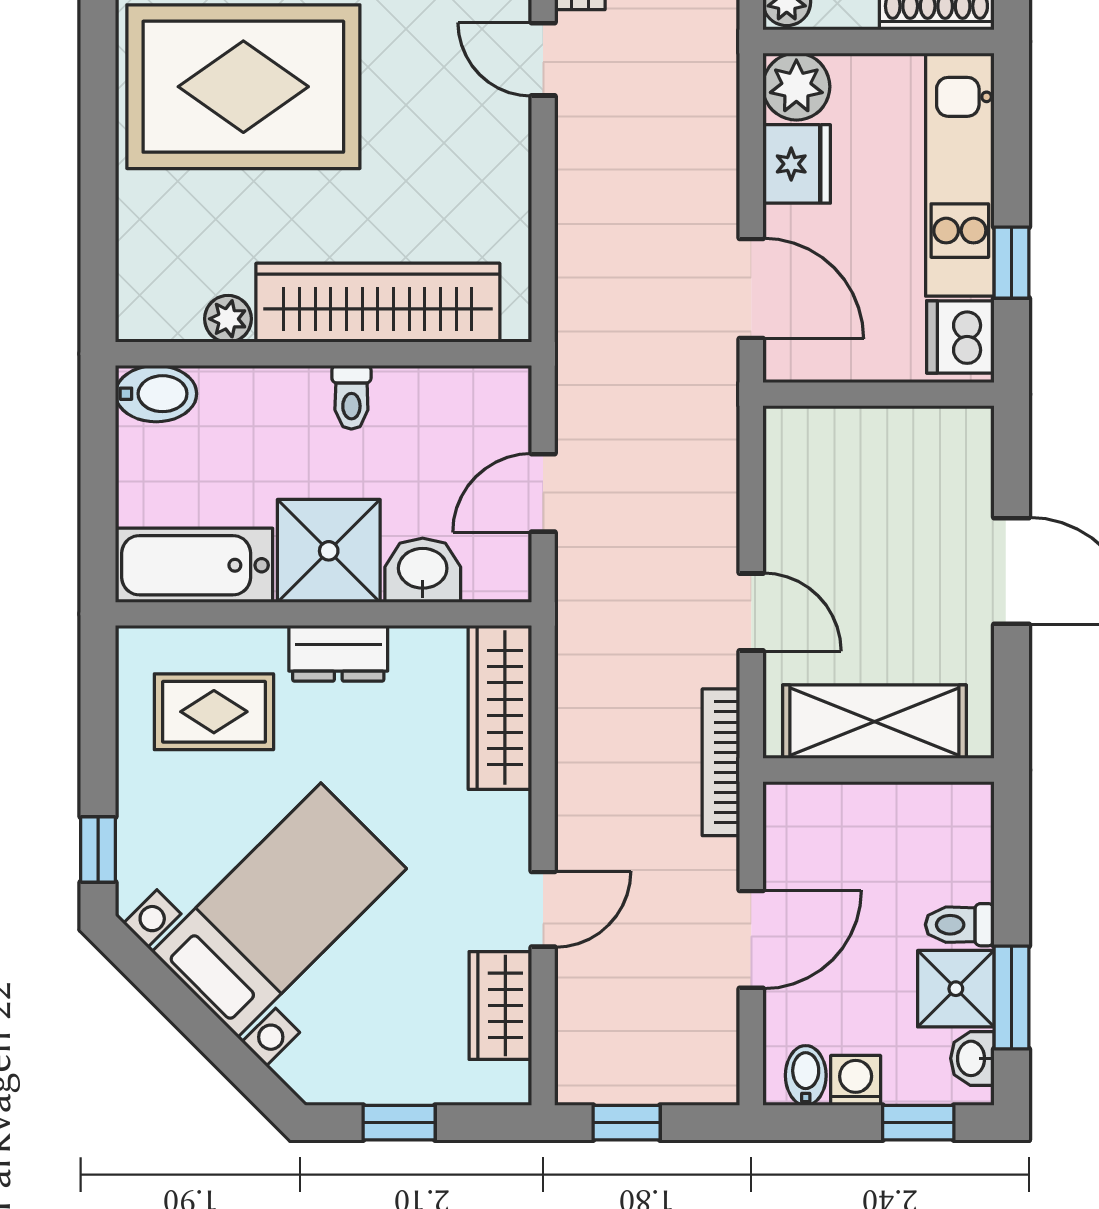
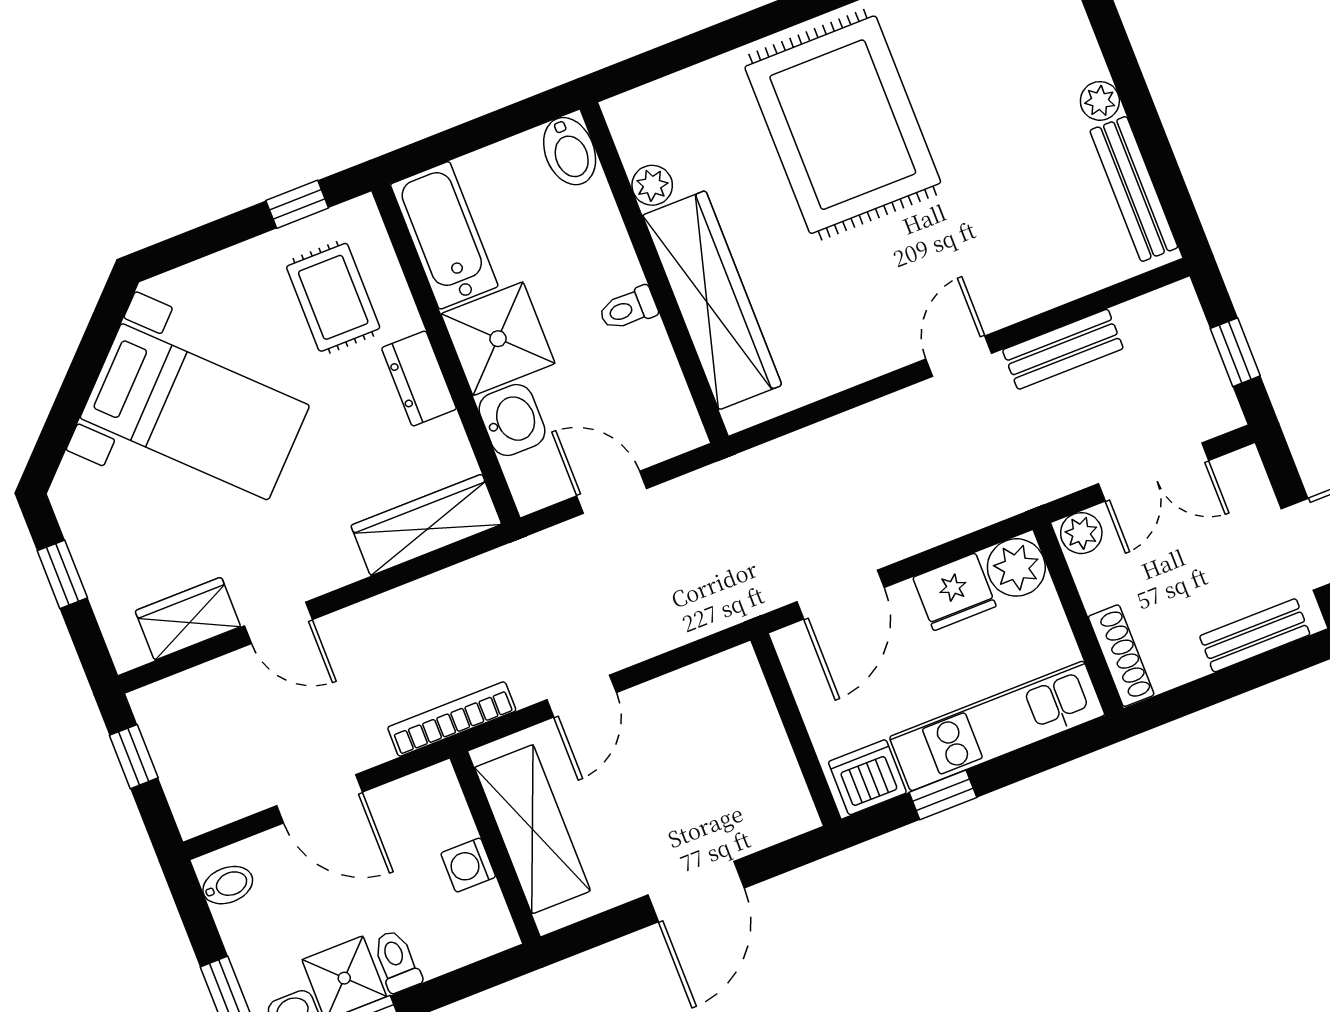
window: (98, 850) -> (297, 204), moved
washing machine: (856, 1080) -> (468, 865), moved, turned 180

